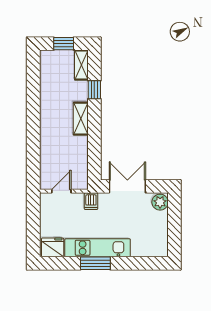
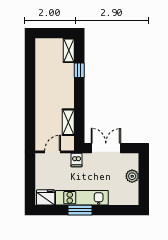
window: (64, 44) -> (54, 33), removed
shelving: (81, 119) -> (68, 122), moved
plant: (160, 202) -> (132, 176), moved

